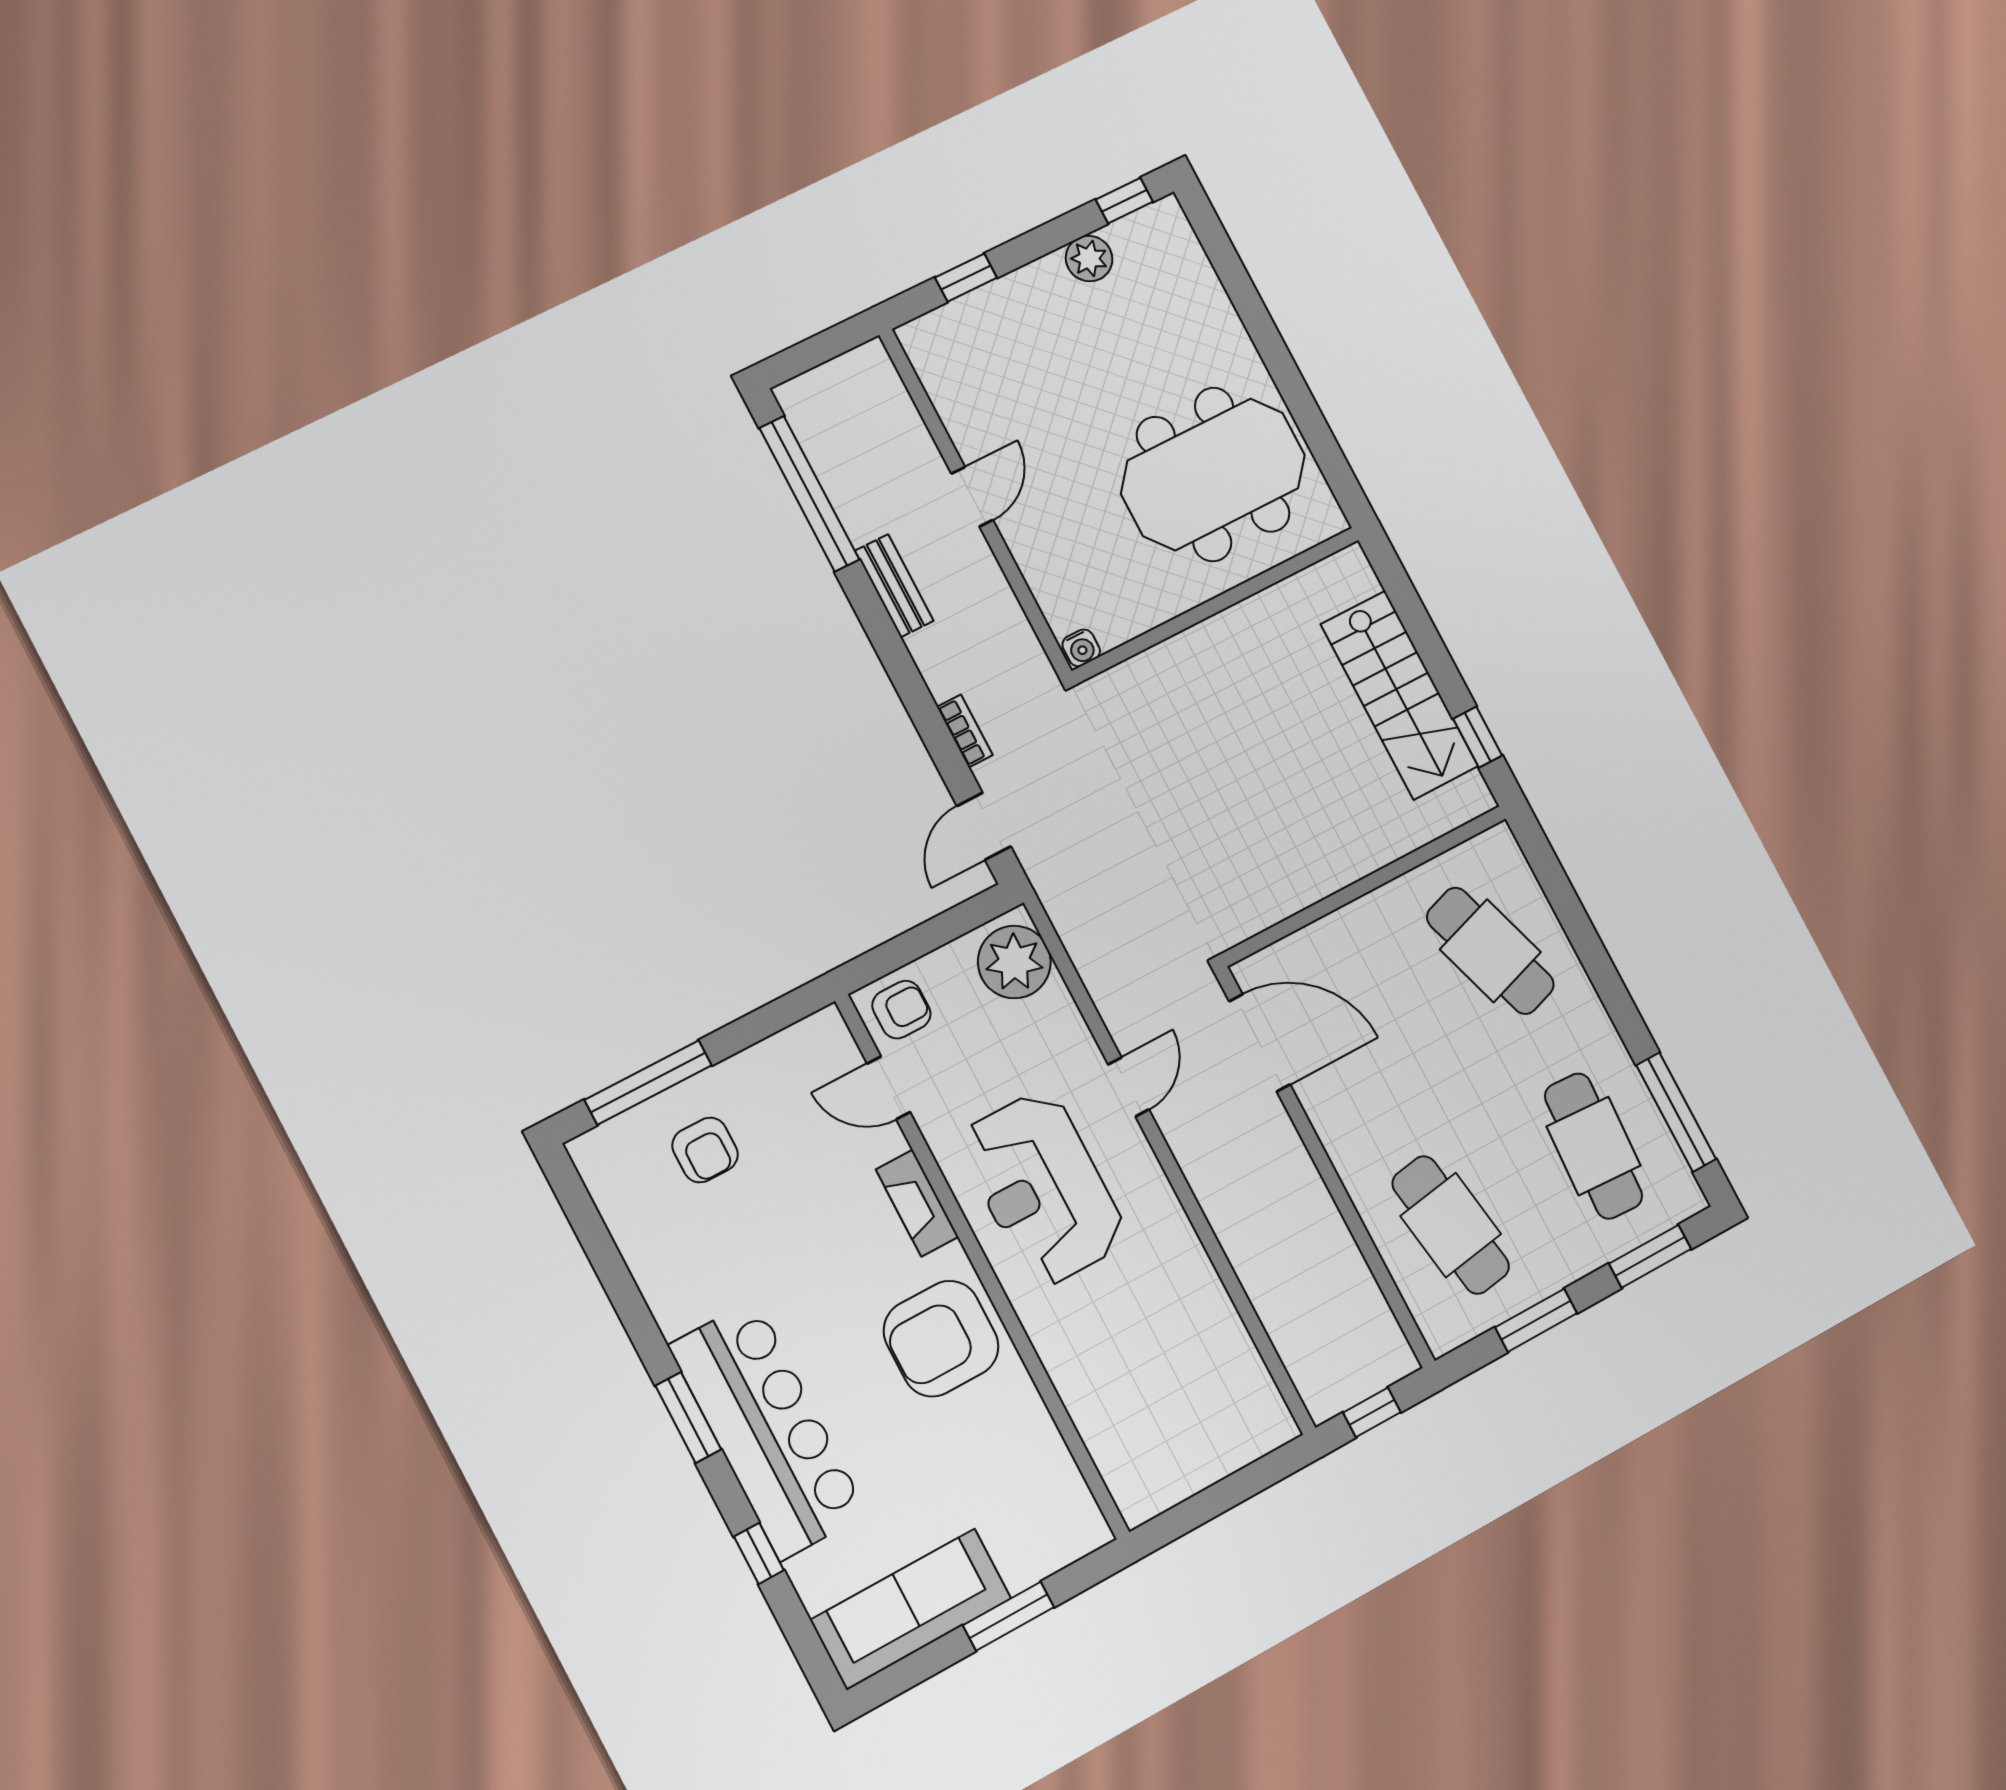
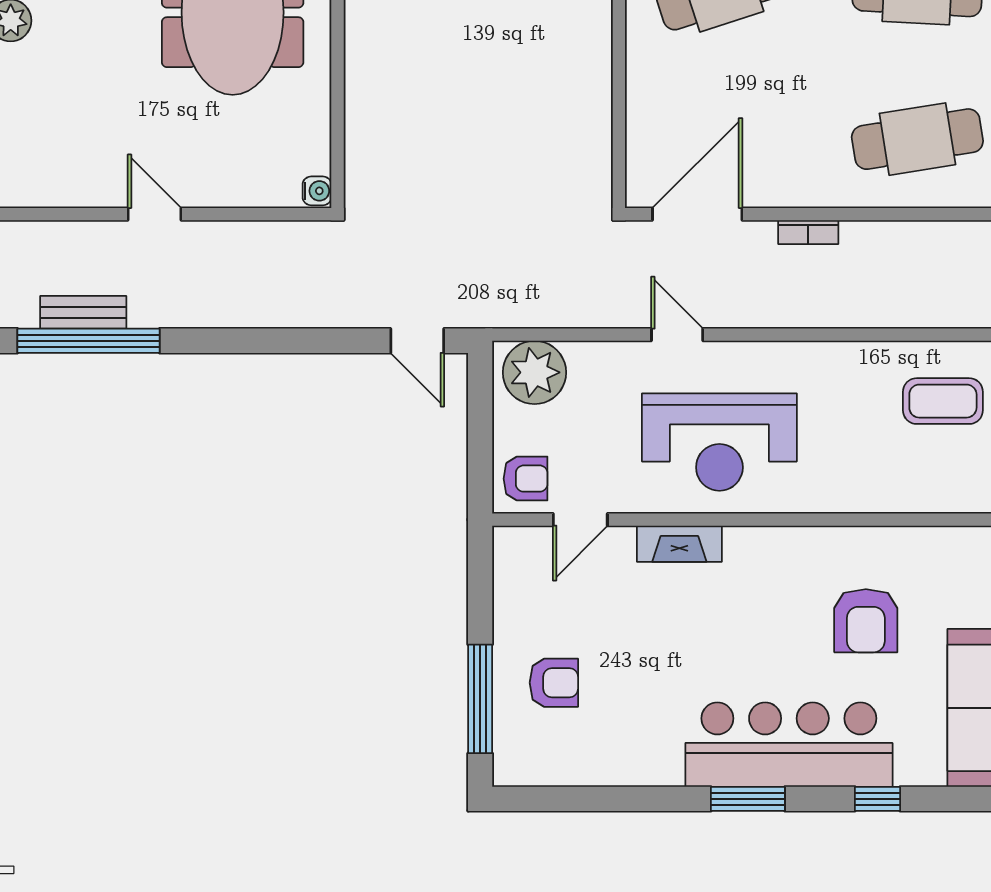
bench: (894, 586) -> (83, 312), moved
bookcase: (965, 731) -> (808, 232), moved, turned 180
armchair: (901, 1010) -> (526, 479), turned 90
armchair: (941, 1339) -> (866, 621), moved, width x0.73, depth x0.73
coffee table: (1204, 1395) -> (943, 401), added

